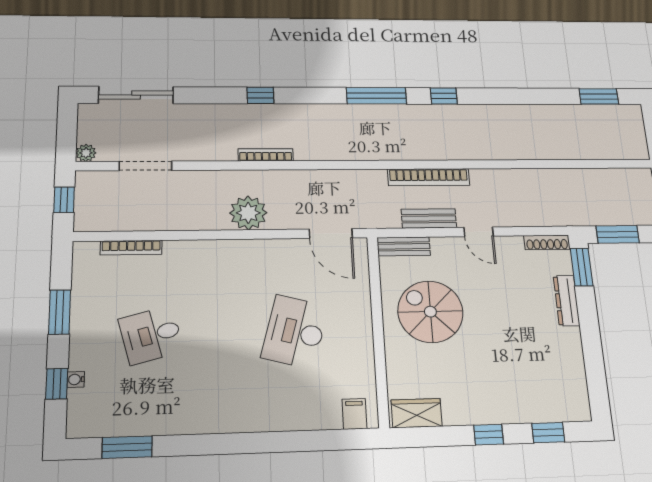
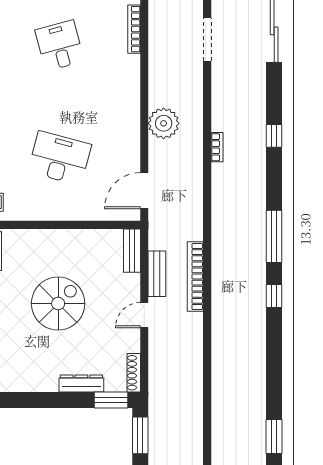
bookcase: (266, 155) -> (217, 147), width x0.64
spiral stairs: (430, 312) -> (58, 304), moved

